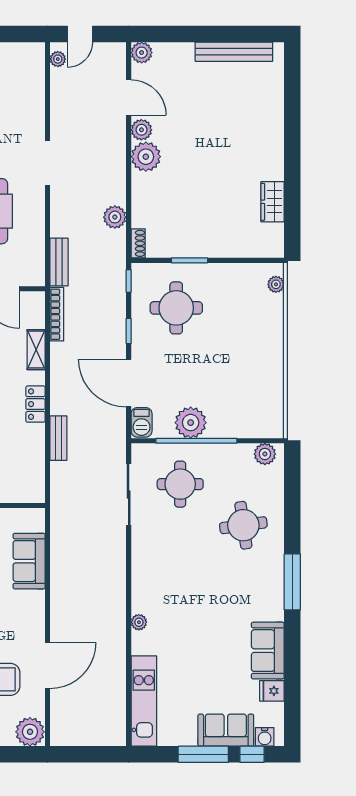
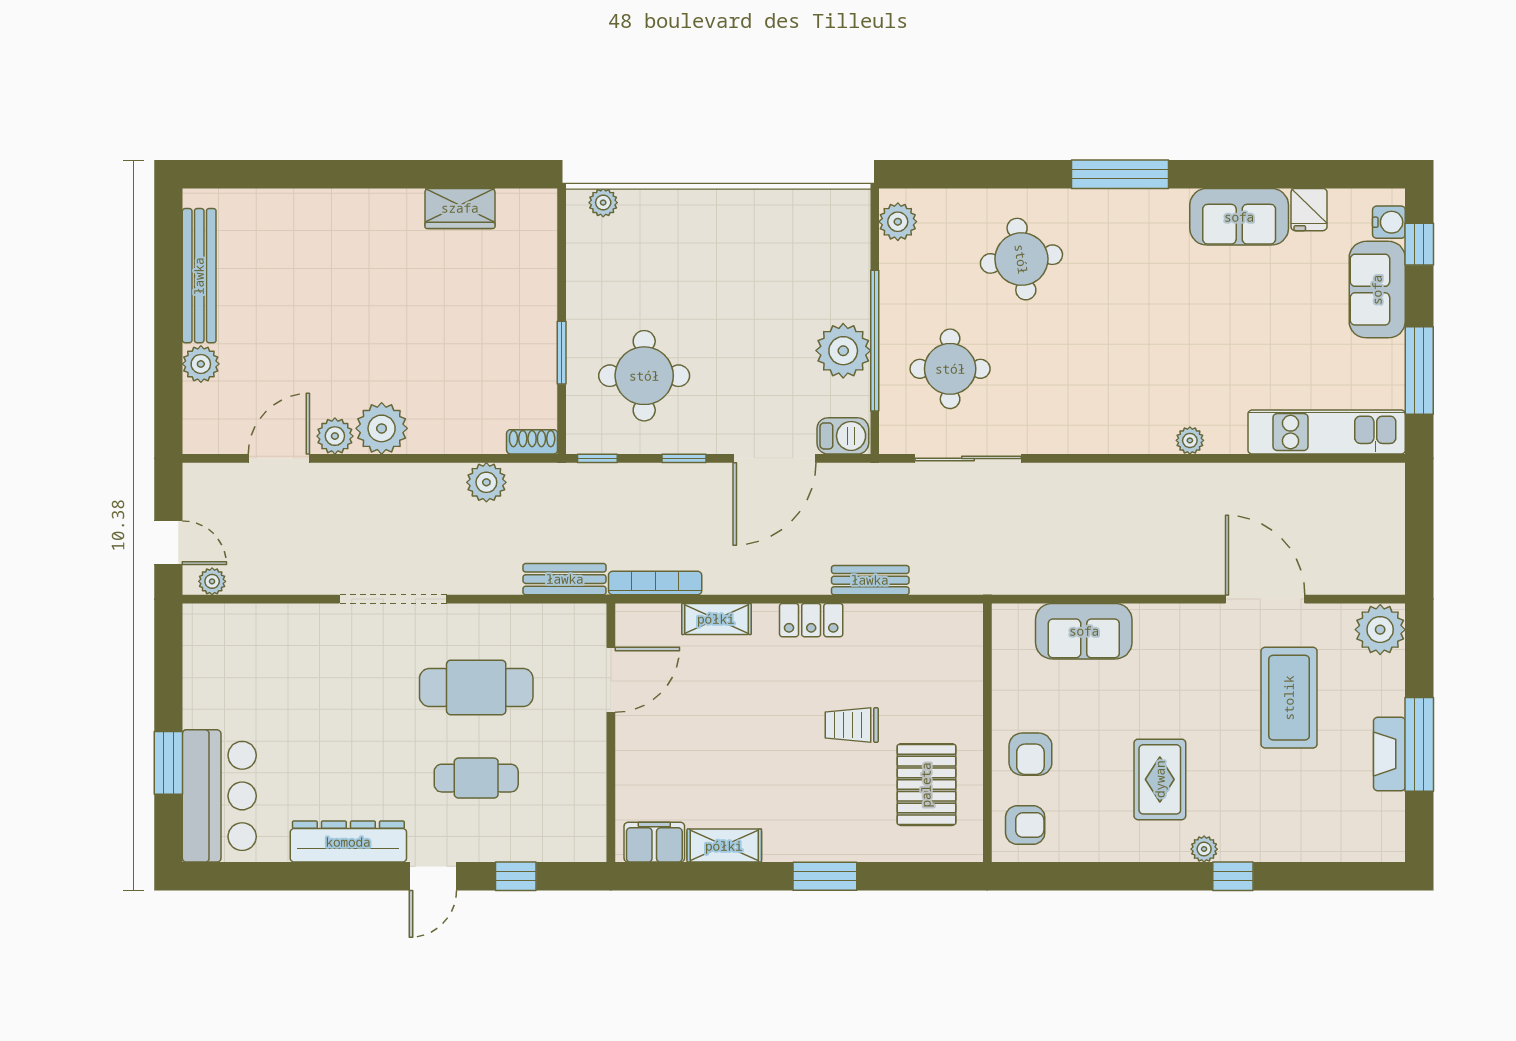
plant: (142, 53) -> (201, 364), moved
doorway: (48, 163) -> (393, 599), width x1.36
window: (203, 754) -> (1419, 371), moved

